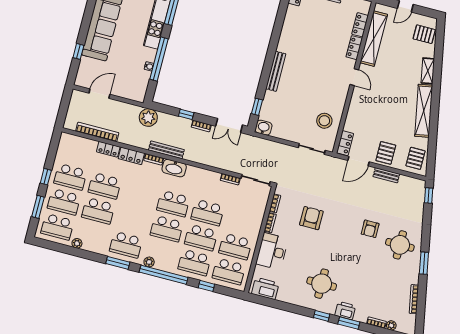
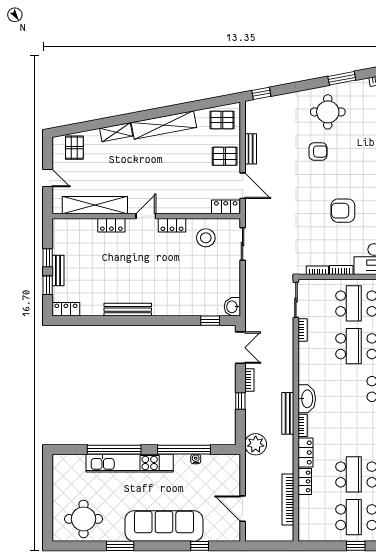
locker: (360, 25) -> (172, 225), moved
bench: (276, 71) -> (128, 310), moved
school desk: (173, 204) -> (348, 303), moved
armchair: (311, 218) -> (343, 211), moved

